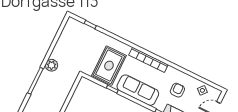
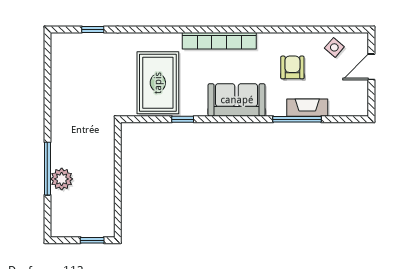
plant: (52, 65) -> (62, 179), moved
sofa: (138, 90) -> (237, 100), width x0.73

